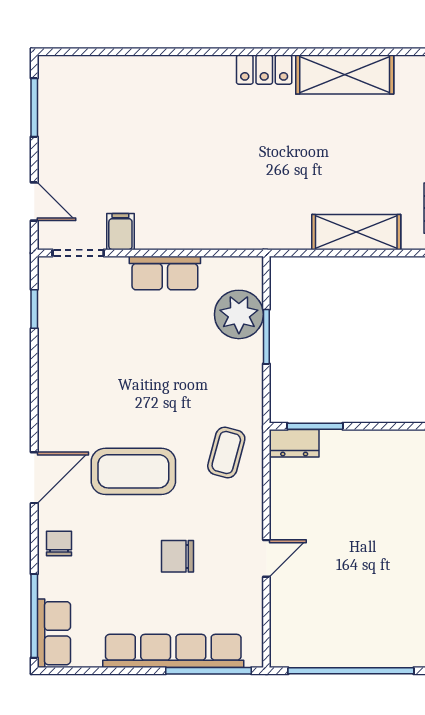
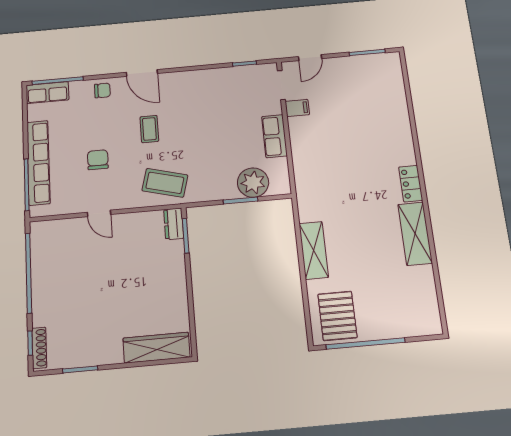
coffee table: (226, 452) -> (165, 183), width x1.36, depth x1.30
coffee table: (133, 471) -> (149, 129), width x0.54, depth x0.58

